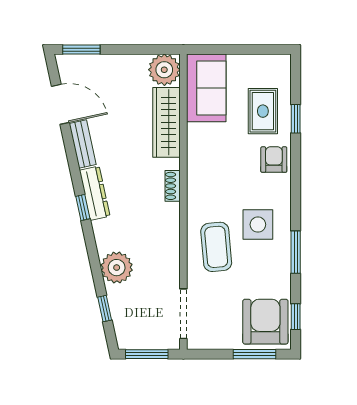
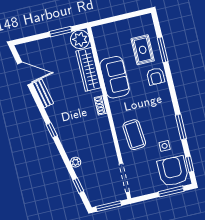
window: (81, 50) -> (61, 32), moved
sofa: (206, 88) -> (115, 77), moved
window: (296, 119) -> (163, 50), width x1.50
armchair: (274, 160) -> (156, 76), turned 180
dresser: (95, 193) -> (57, 120), removed
side table: (258, 225) -> (165, 146), moved, width x0.54, depth x0.54
plant: (117, 268) -> (76, 162), width x0.53, depth x0.53

